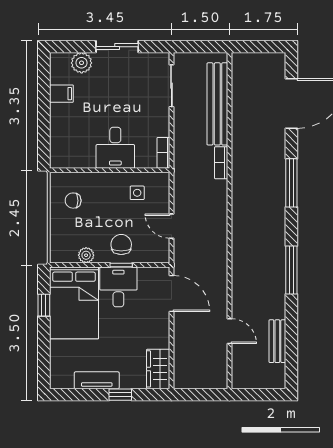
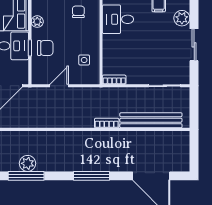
desk: (115, 148) -> (118, 19), moved
plant: (275, 268) -> (28, 163), added

